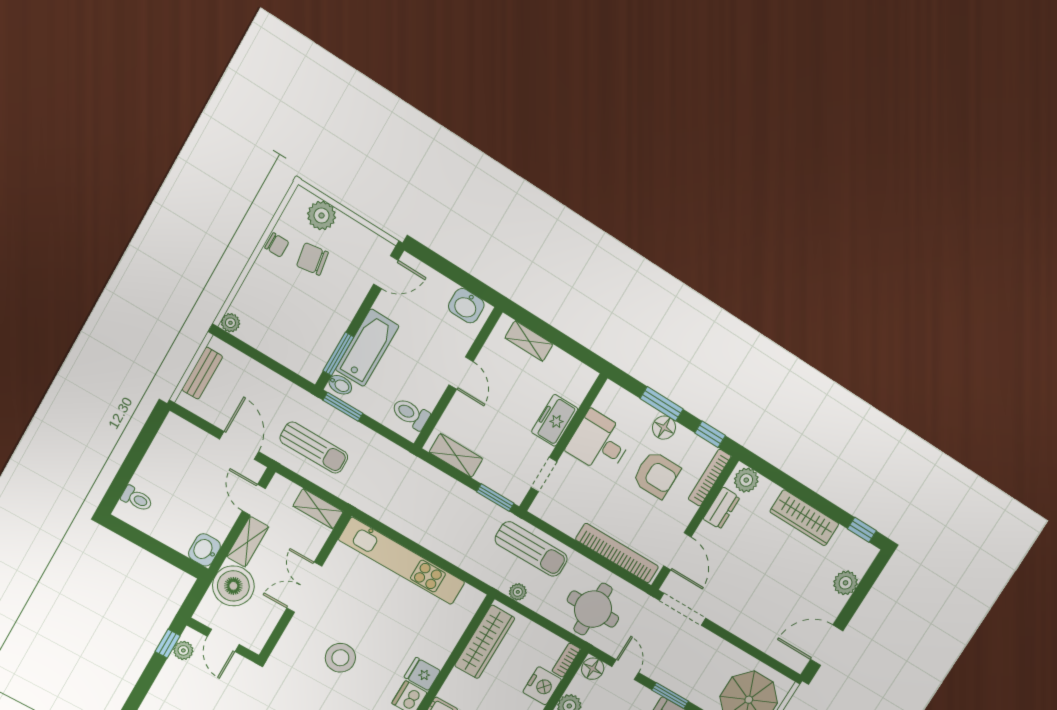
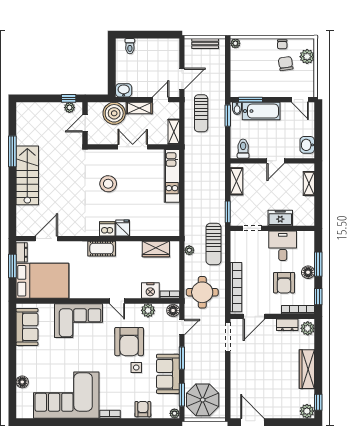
kitchen unit: (402, 561) -> (172, 176), width x0.73
plant: (846, 583) -> (307, 411), moved
wardrobe: (485, 642) -> (156, 249), width x0.67

